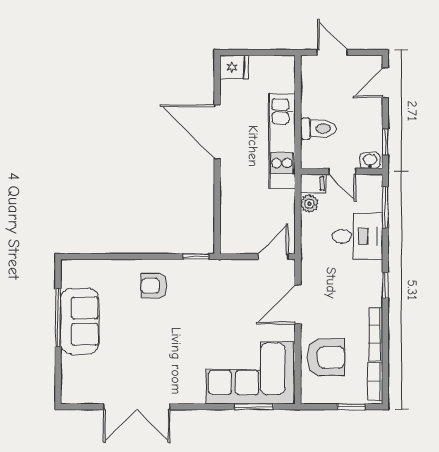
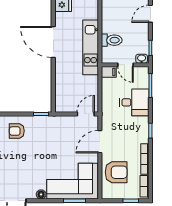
plant: (309, 204) -> (107, 84), removed
floor lamp: (196, 396) -> (41, 194), added

